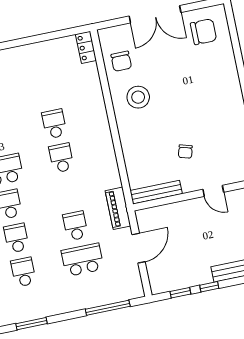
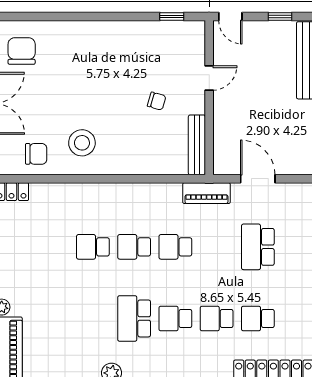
school desk: (75, 226) -> (175, 247), moved

